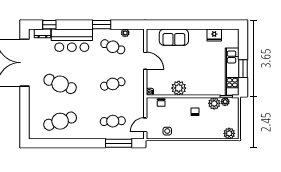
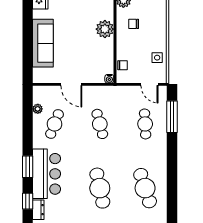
window: (102, 25) -> (28, 167), moved
sofa: (174, 37) -> (43, 43), width x1.36
door: (145, 61) -> (71, 84), swing flipped
cafe table: (60, 84) -> (100, 188), turned -33
plant: (179, 88) -> (105, 29), moved

